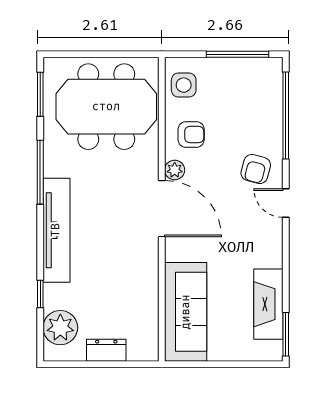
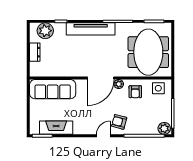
plant: (270, 72) -> (164, 128), added

